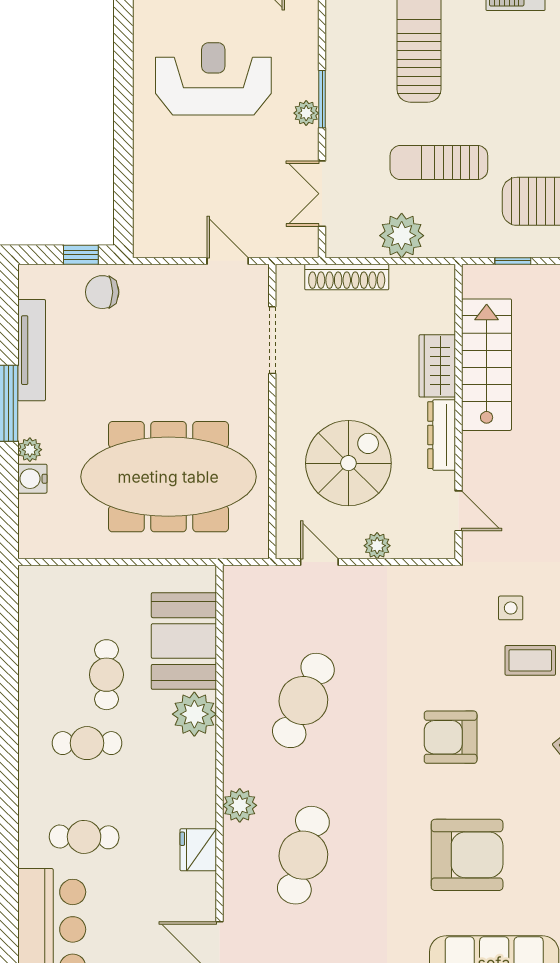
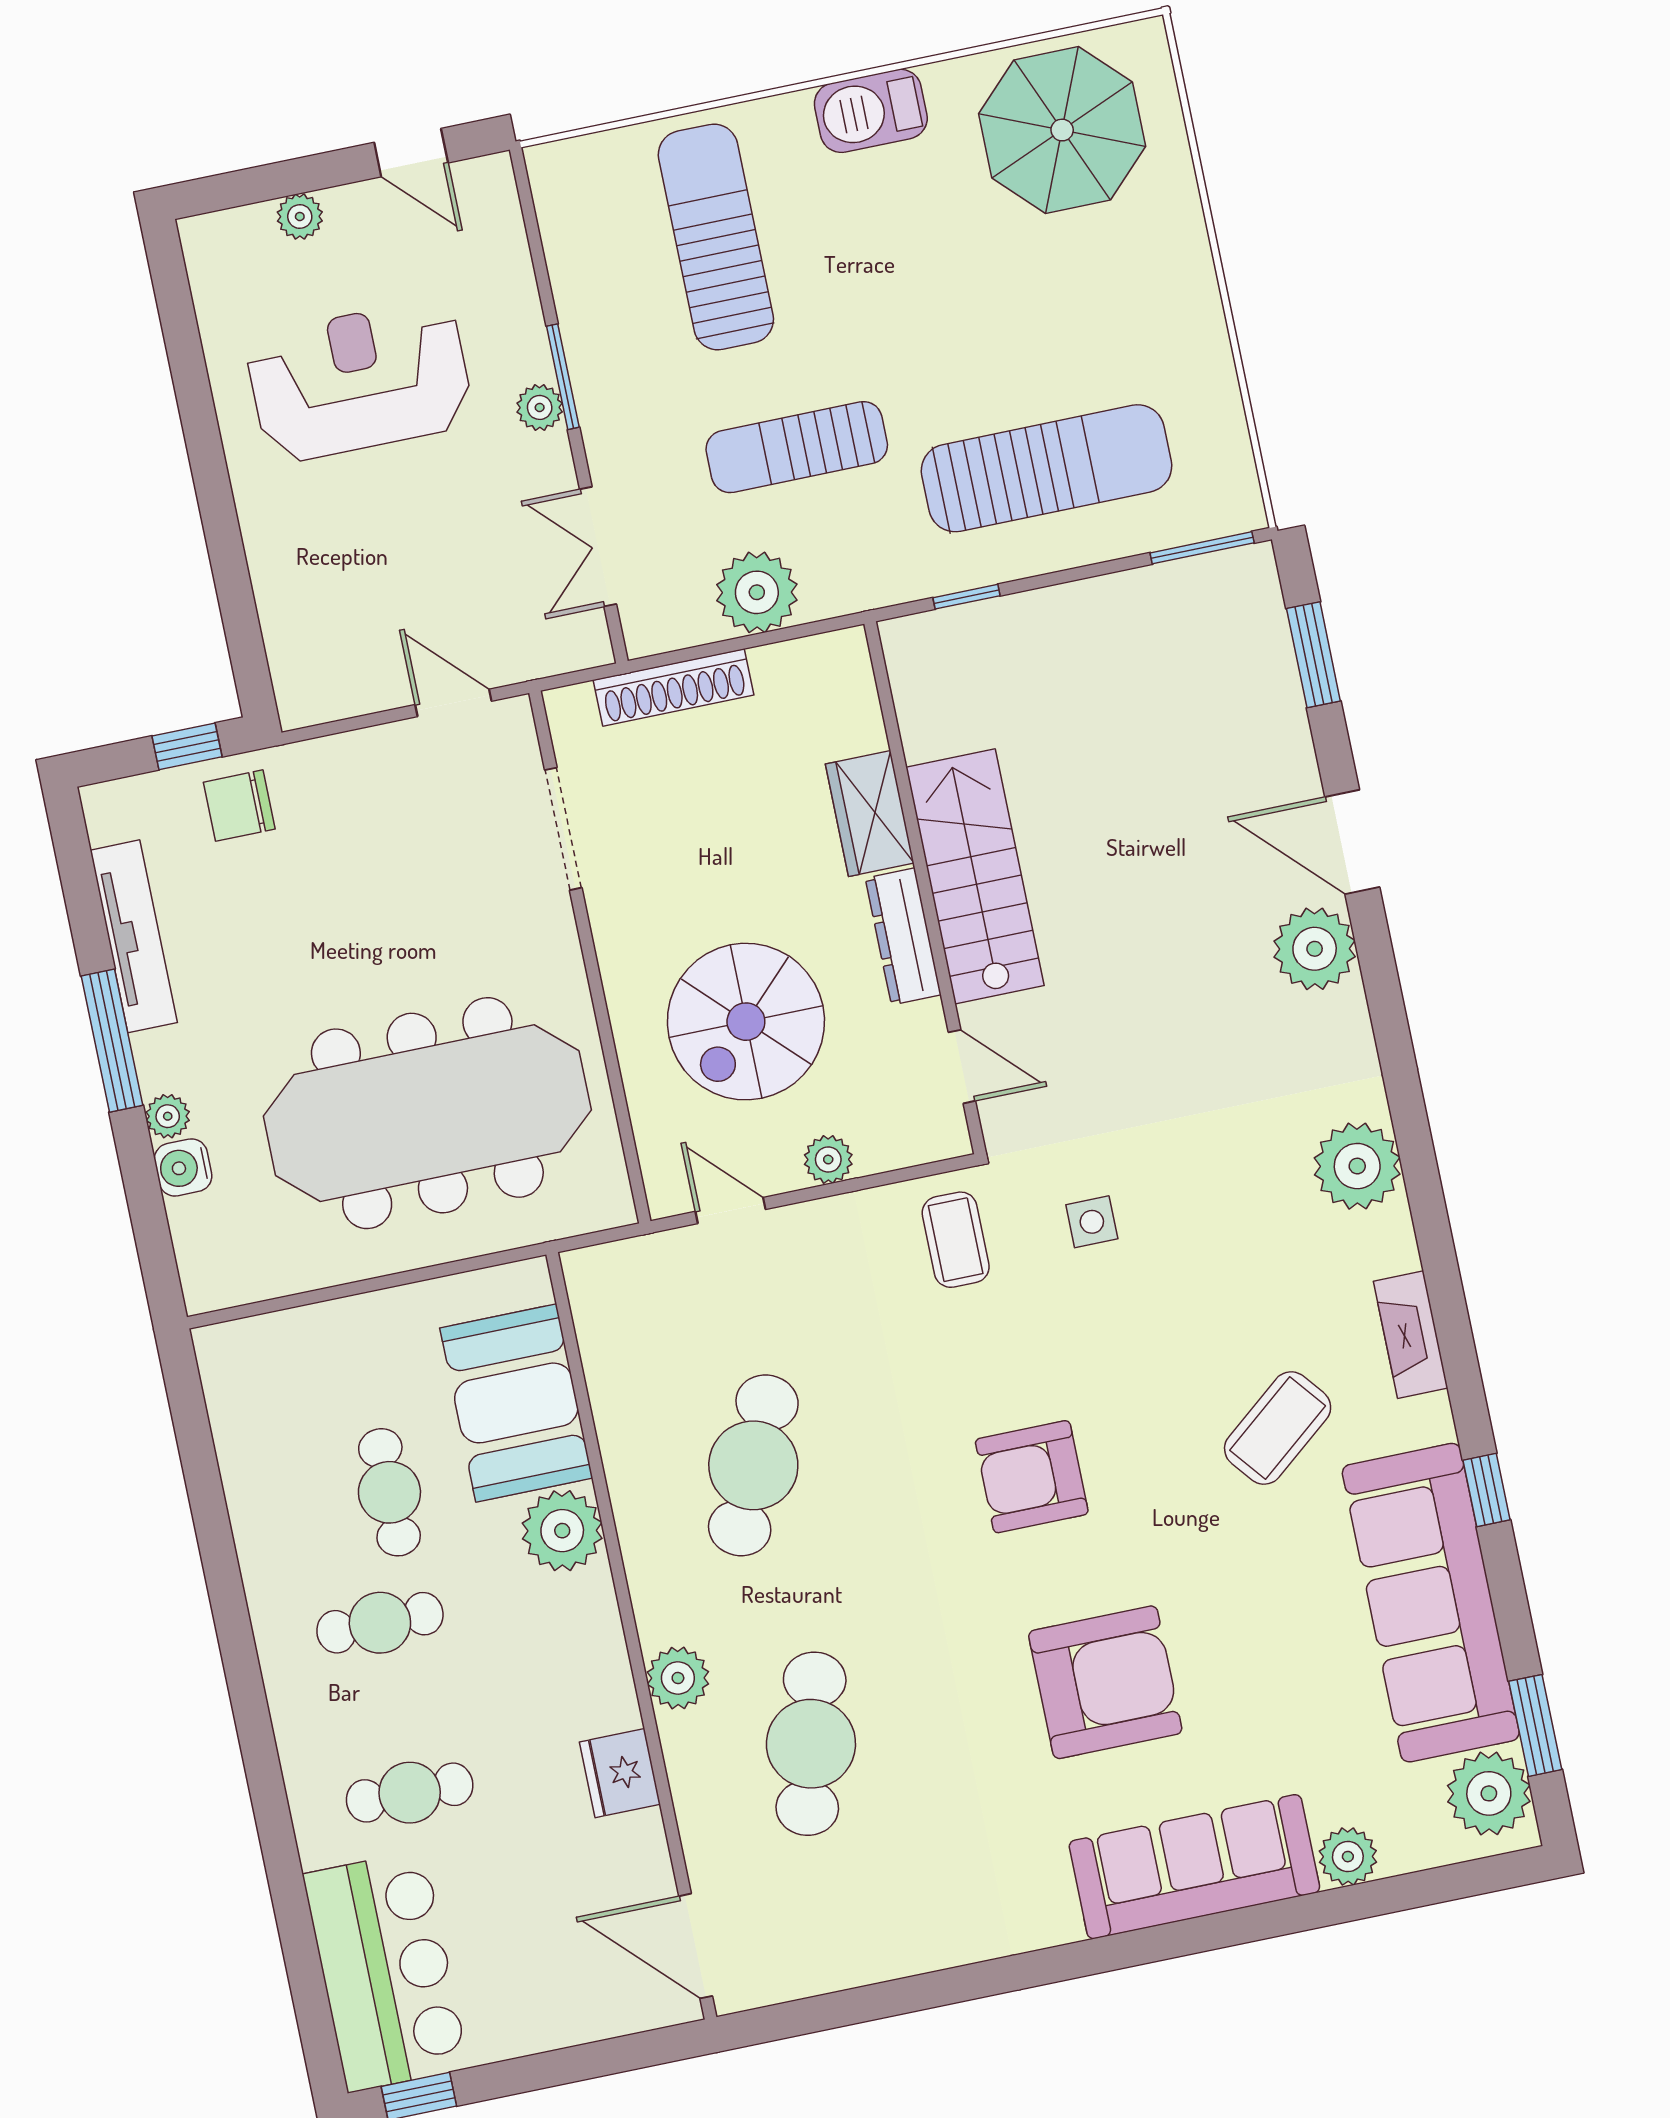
stairs: (487, 365) -> (975, 876), moved
spiral stairs: (348, 463) -> (746, 1022), turned 180
coffee table: (530, 660) -> (956, 1240), moved, turned 90

